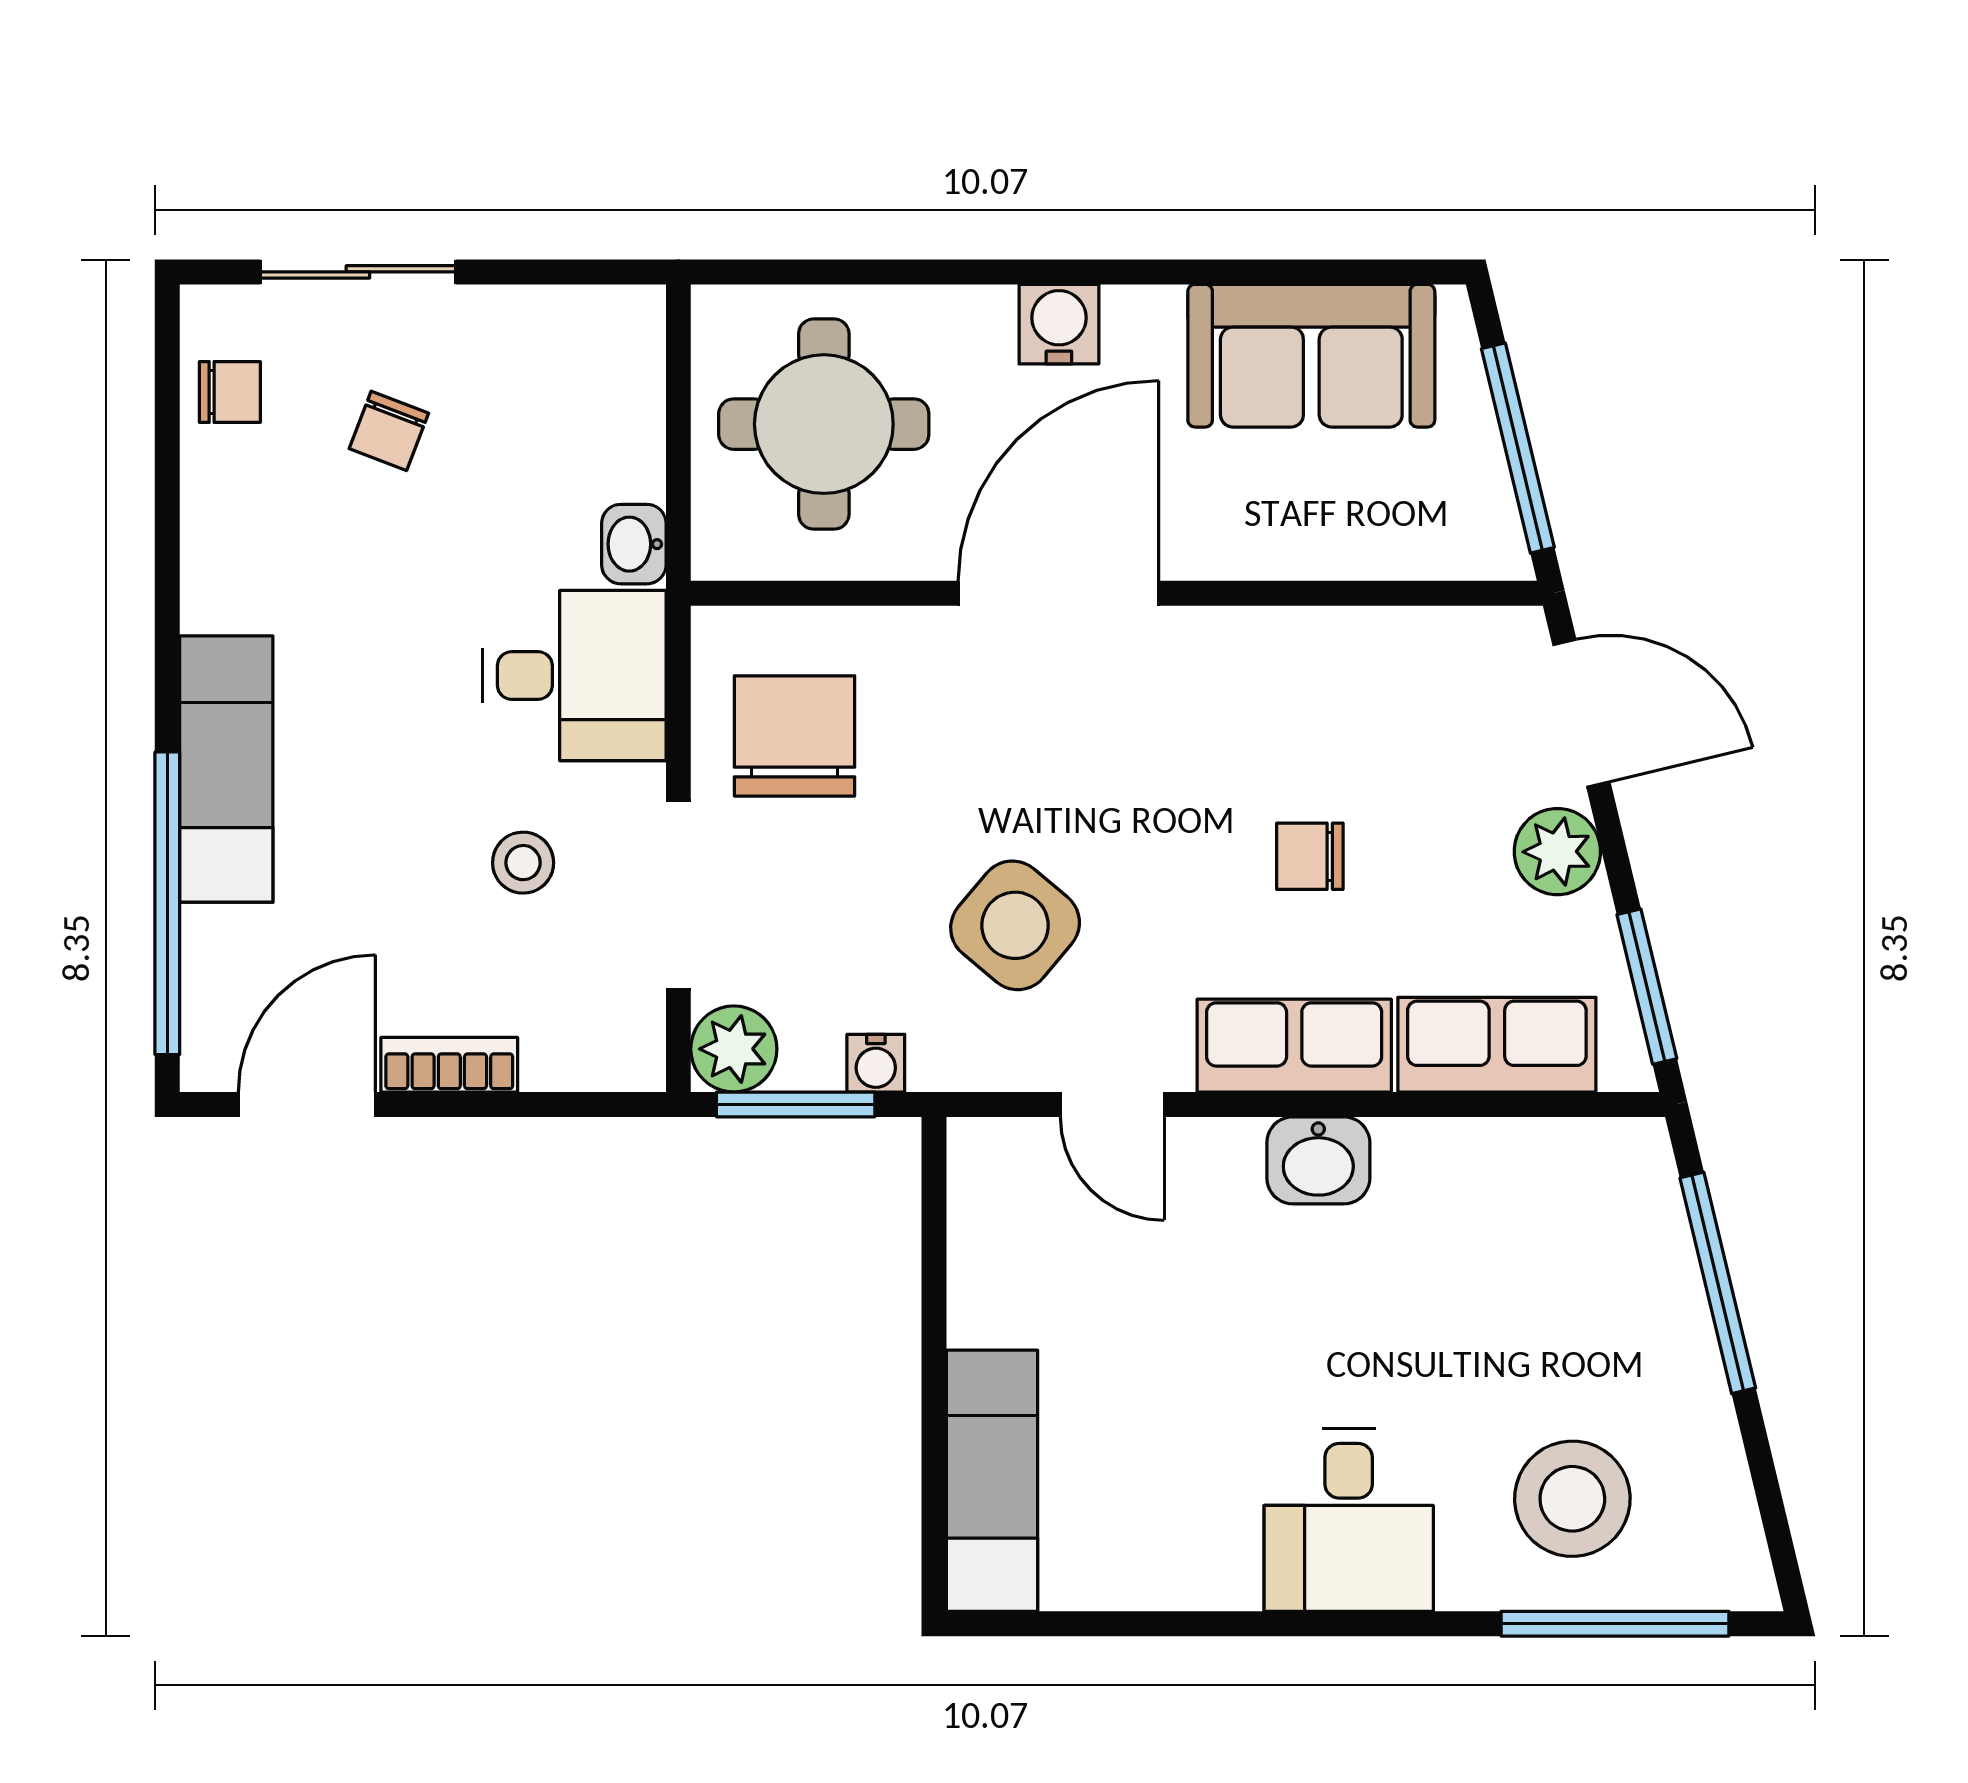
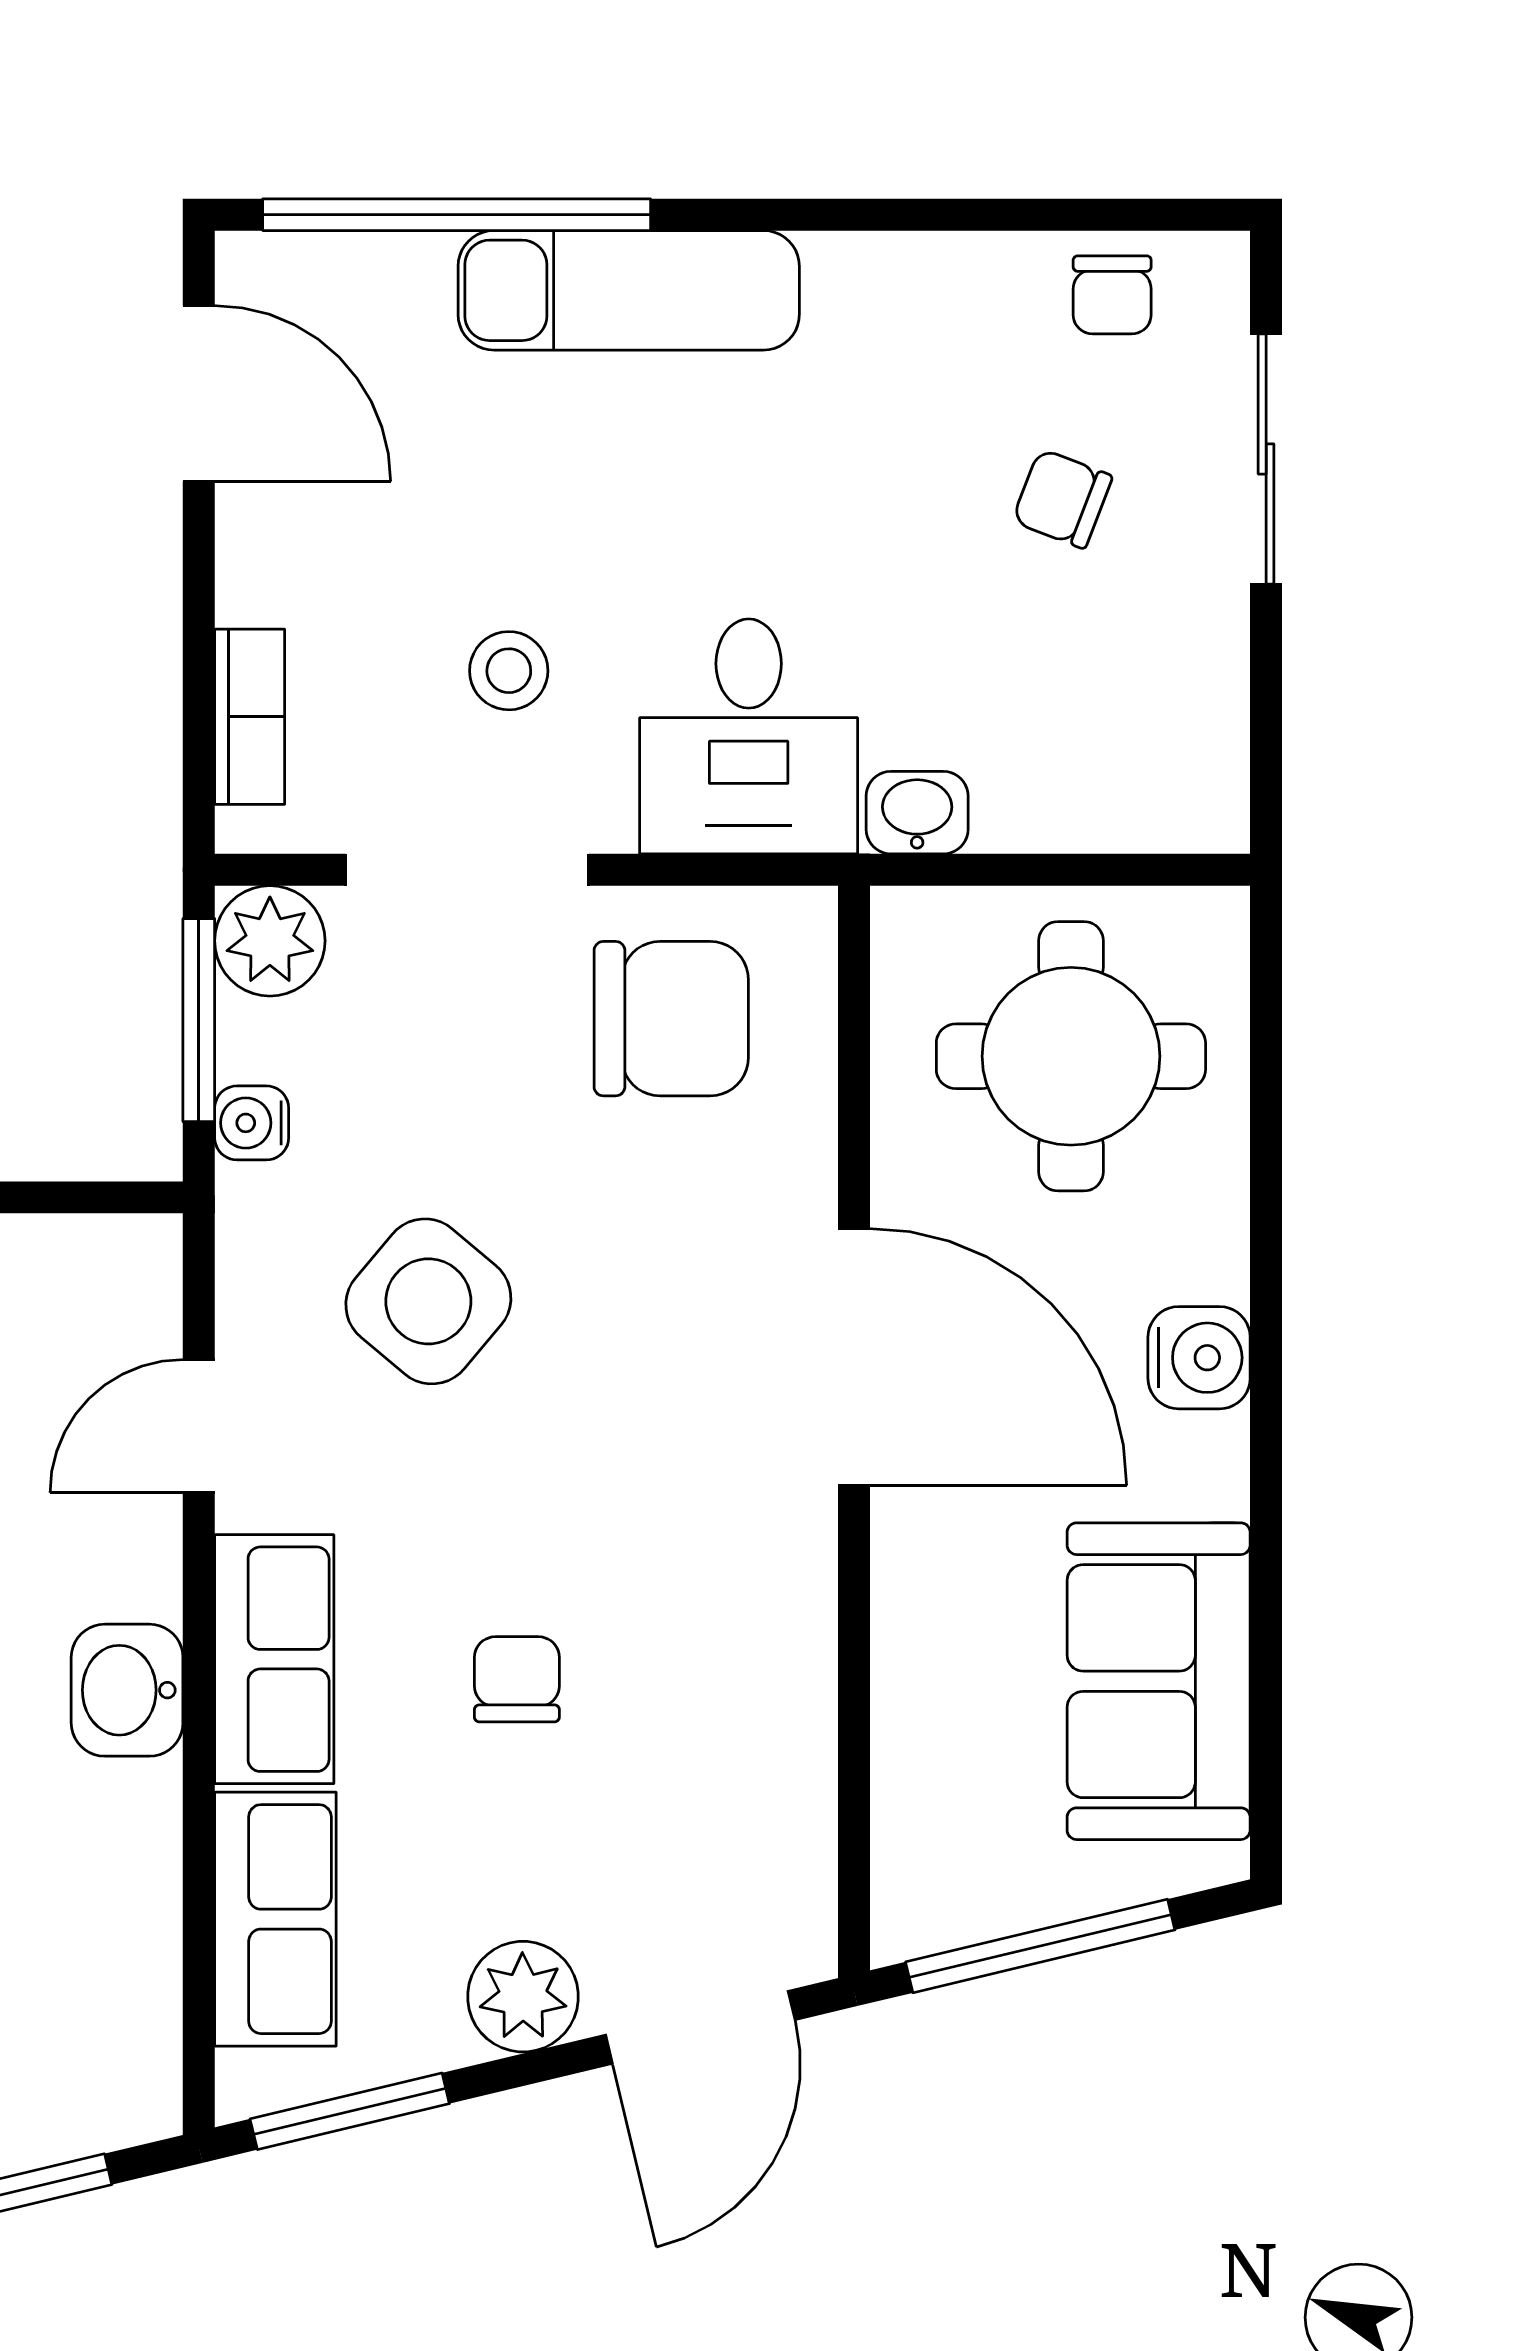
bookcase: (449, 1065) -> (250, 717), moved

